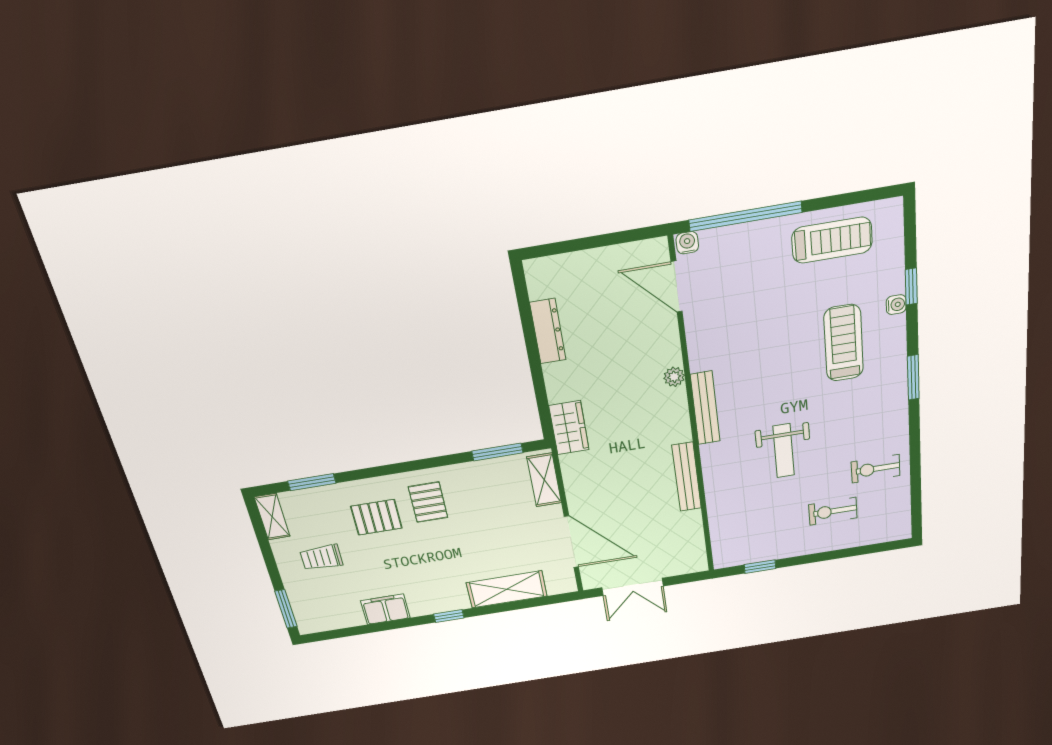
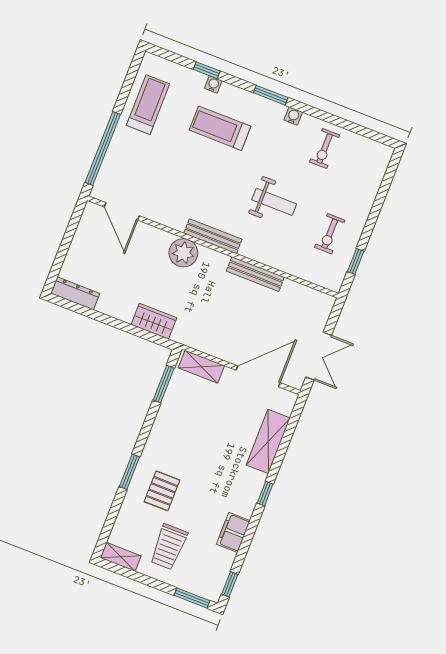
water cooler: (687, 243) -> (293, 116), moved, turned 90
door: (677, 287) -> (122, 211), hinge flipped
dresser: (548, 331) -> (75, 293), moved
plant: (674, 377) -> (183, 253), width x1.88, depth x1.88
wardrobe: (569, 428) -> (154, 321), moved
window: (312, 482) -> (129, 472), moved
pallet: (428, 502) -> (172, 451), removed
exercise bike: (833, 511) -> (330, 234), moved
trolley: (321, 557) -> (169, 547), width x1.36, depth x1.39
window: (329, 635) -> (230, 584), added

